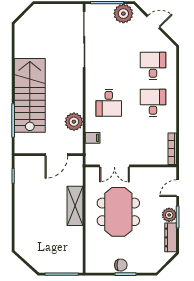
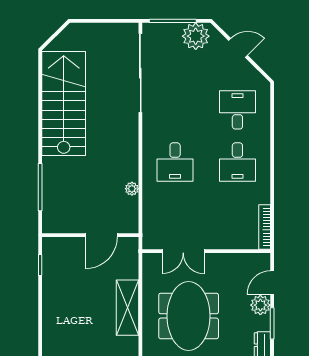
stairs: (30, 95) -> (64, 104), moved
desk: (153, 103) -> (237, 162), turned 180
plant: (74, 122) -> (132, 189), width x0.53, depth x0.53
filing cabinet: (93, 138) -> (152, 212), removed
plant: (169, 215) -> (260, 305), moved

